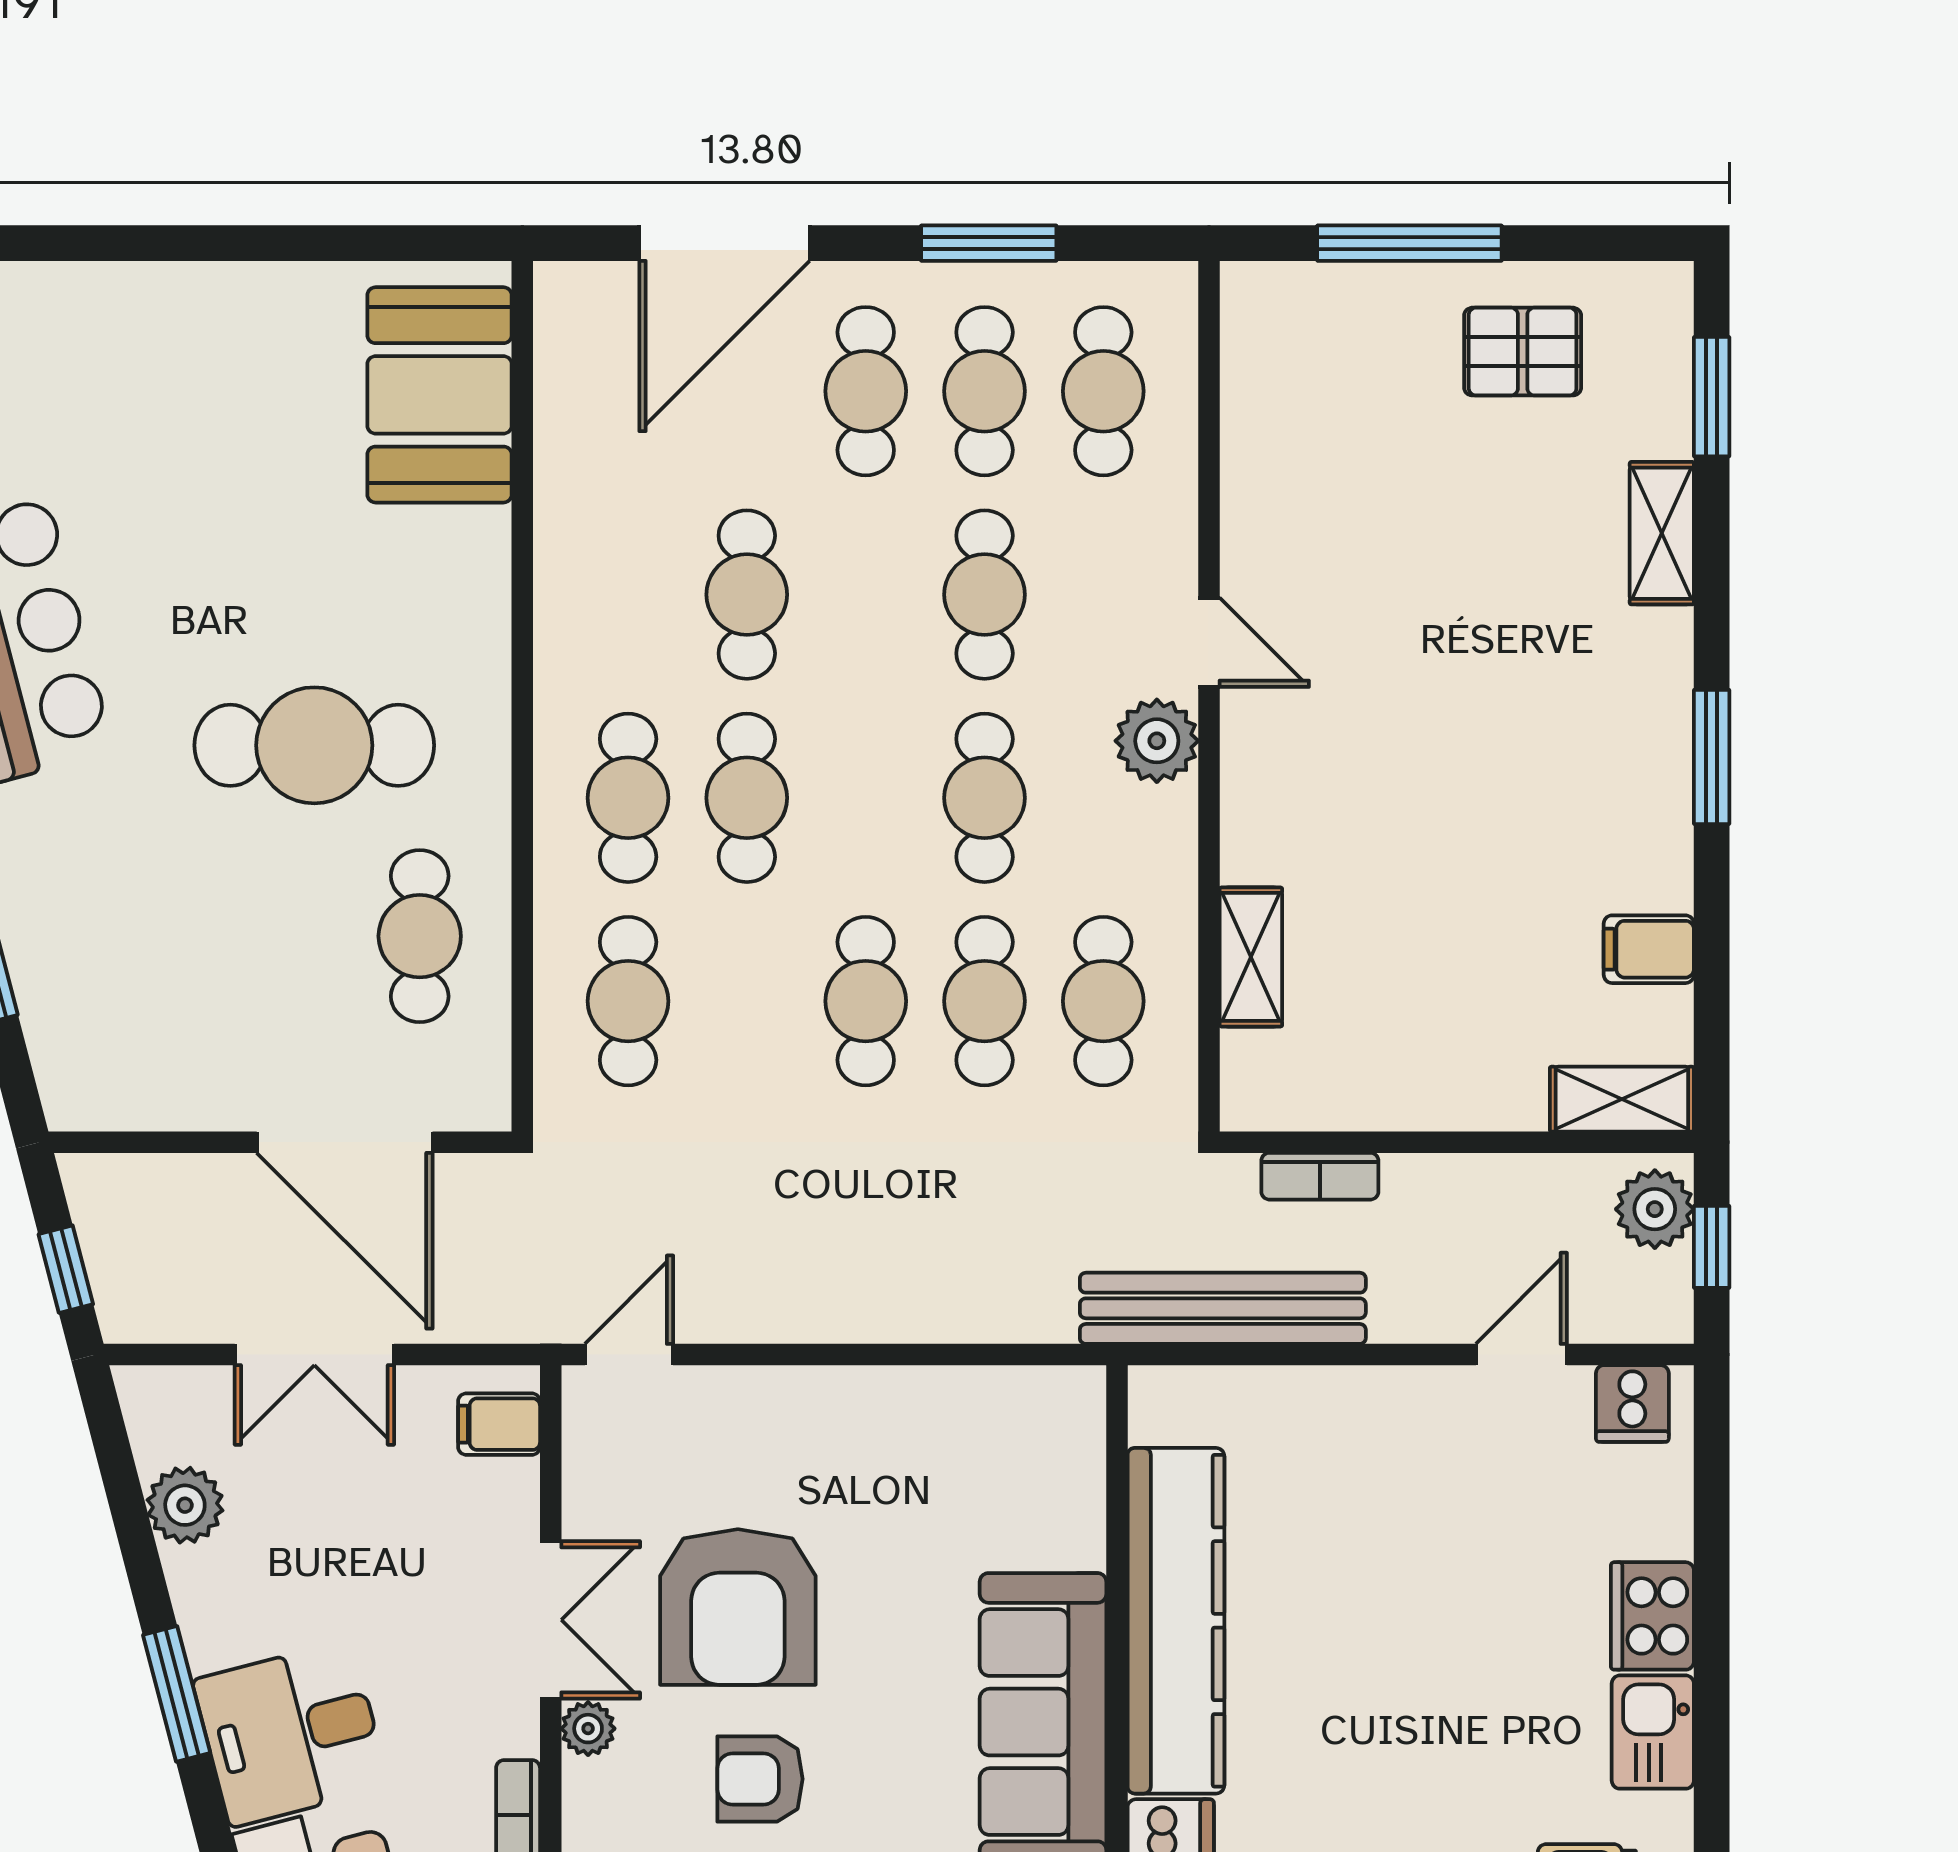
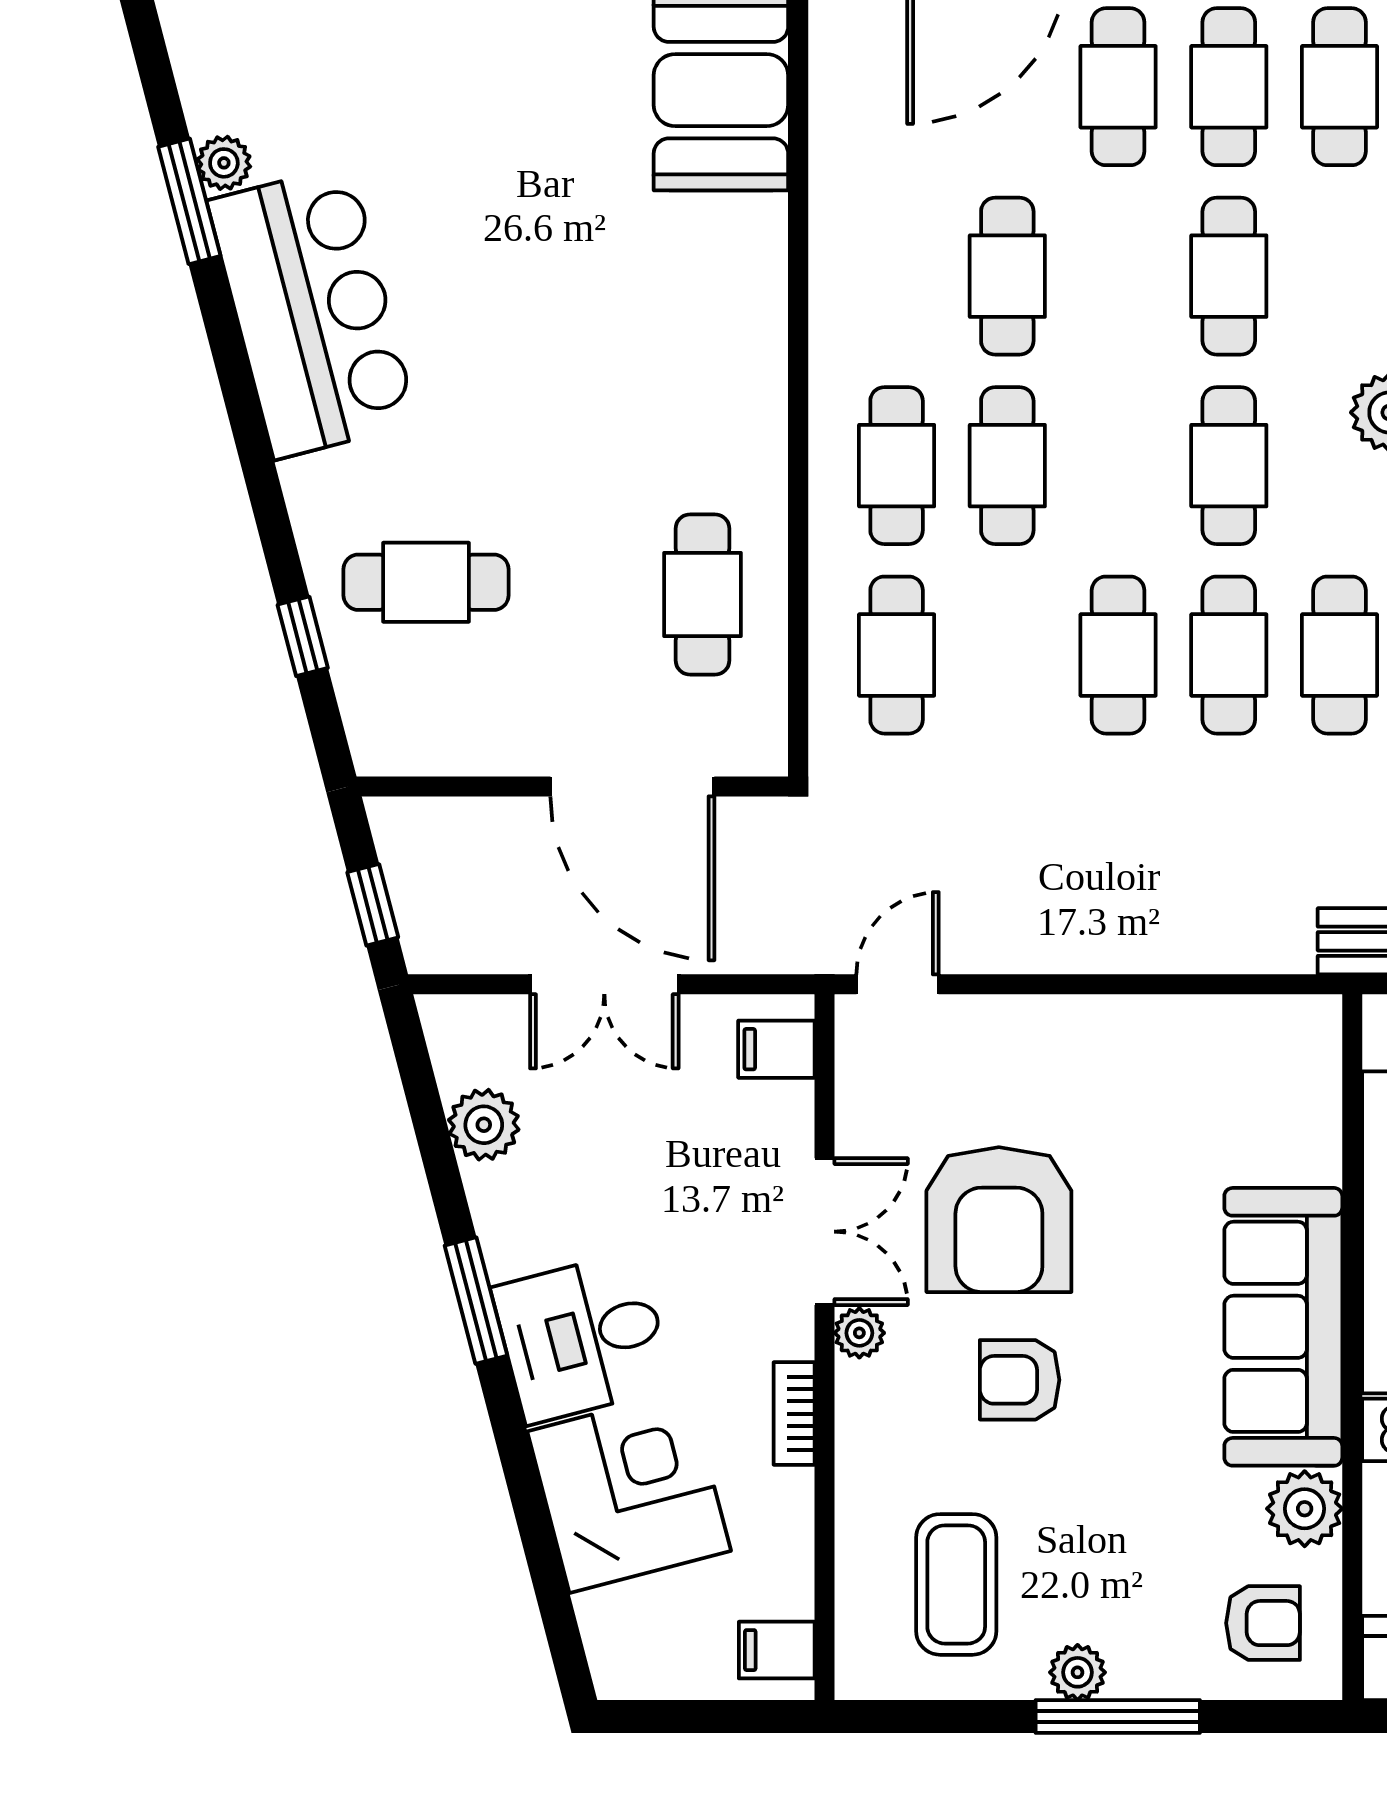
cafe table: (314, 745) -> (426, 582), moved, width x0.73, depth x0.74

